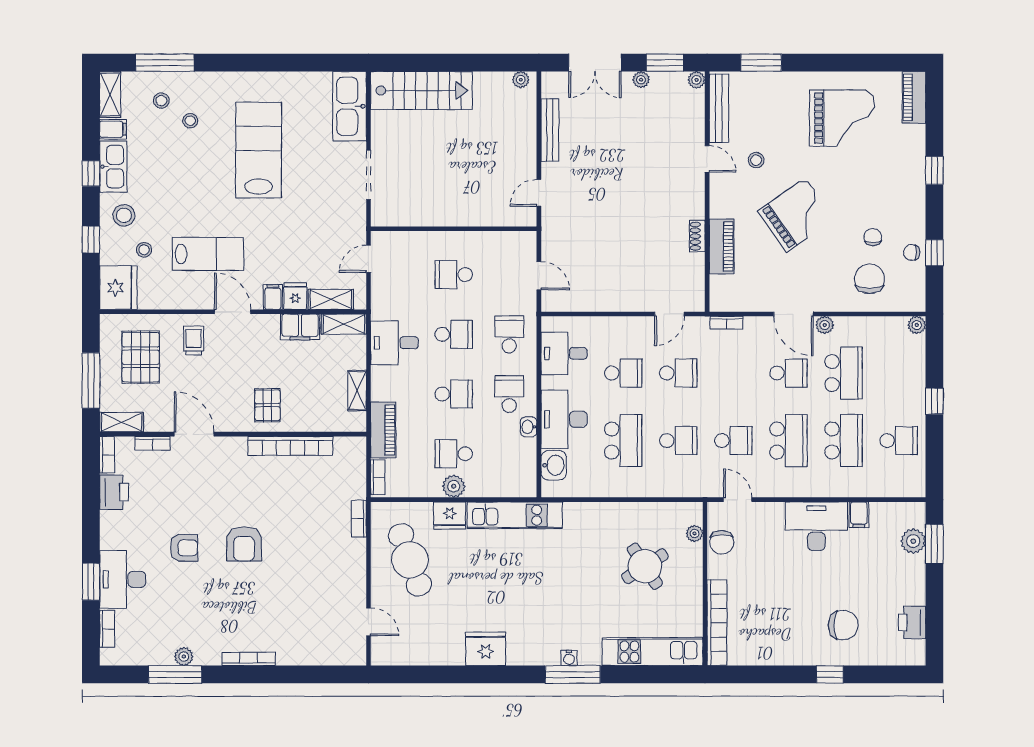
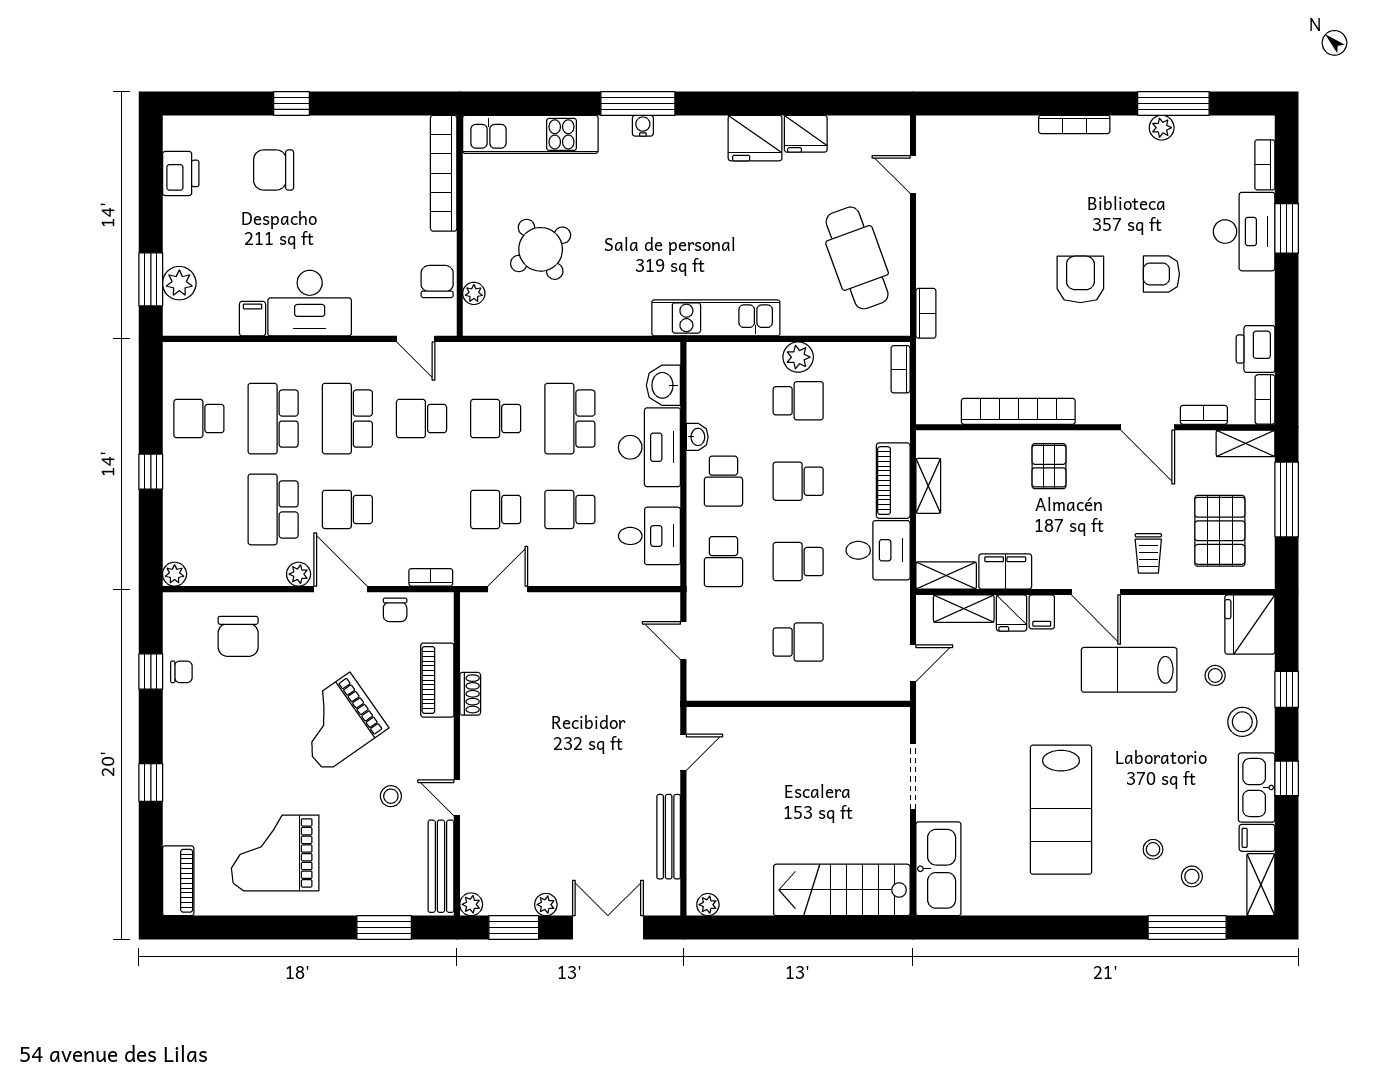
chair: (873, 237) -> (395, 610), moved
piano: (383, 430) -> (893, 481), moved
fridge: (450, 516) -> (806, 134), moved, turned 180

